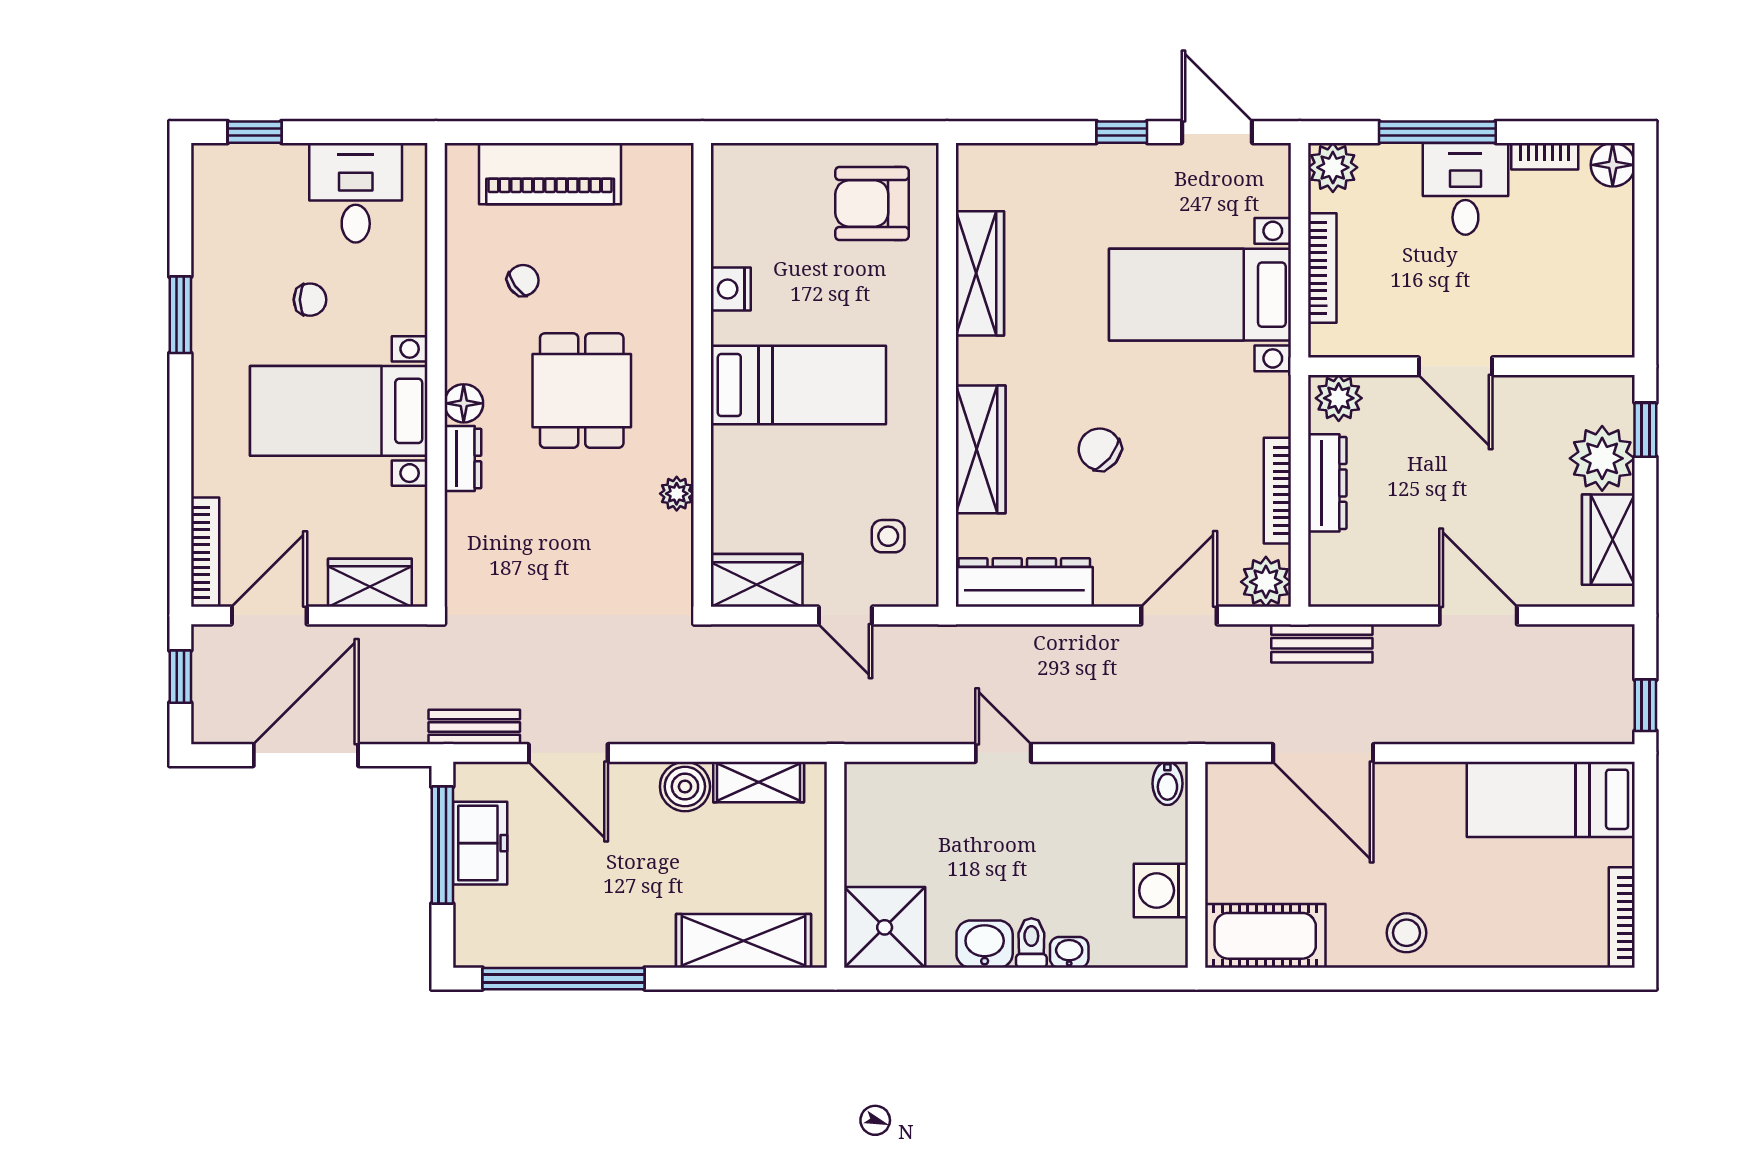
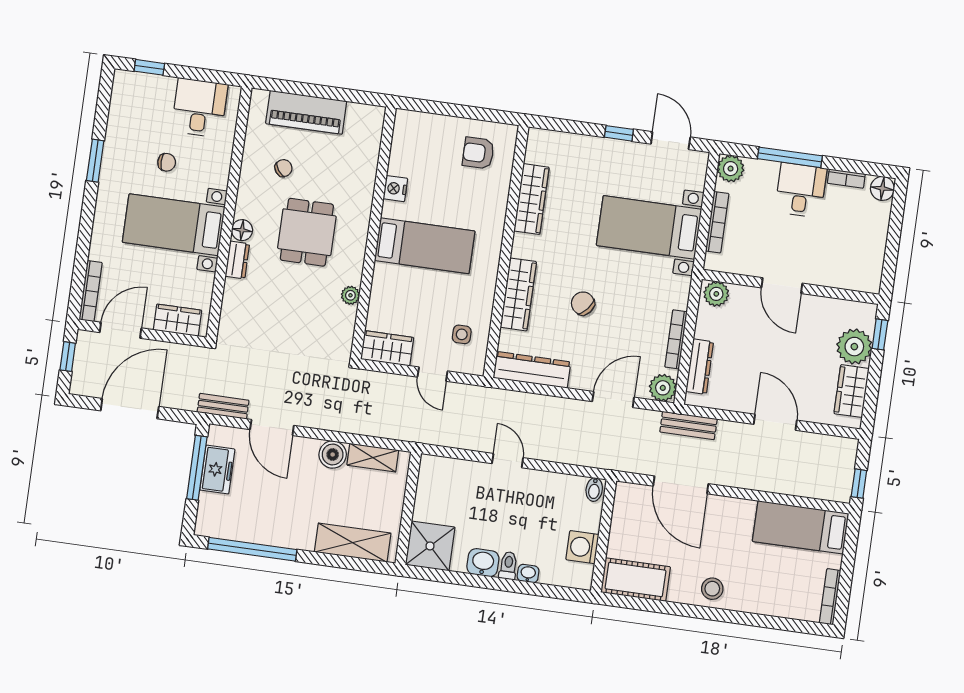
armchair: (872, 204) -> (478, 153), width x0.72, depth x0.72
dresser: (1327, 483) -> (700, 367), moved

